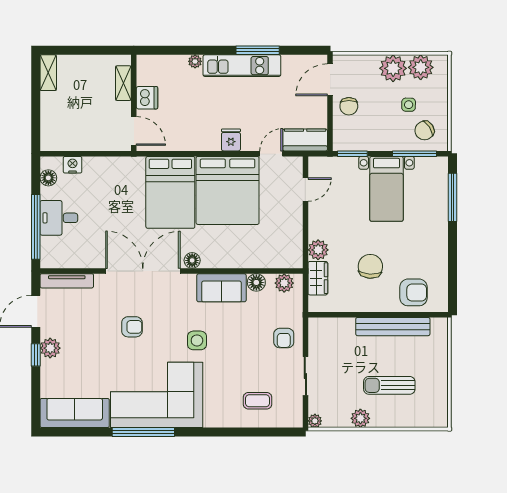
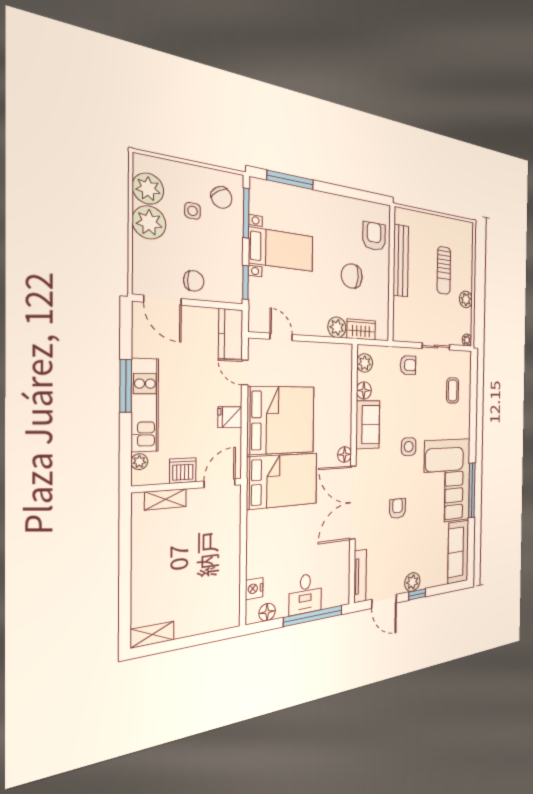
shelving: (123, 83) -> (166, 499), moved
dishwasher: (147, 98) -> (183, 471), moved
wall: (134, 103) -> (189, 485), moved
door: (134, 131) -> (220, 483), moved

